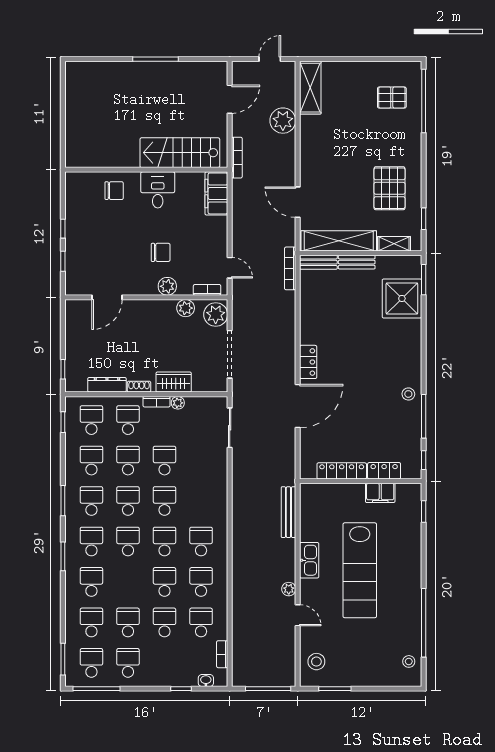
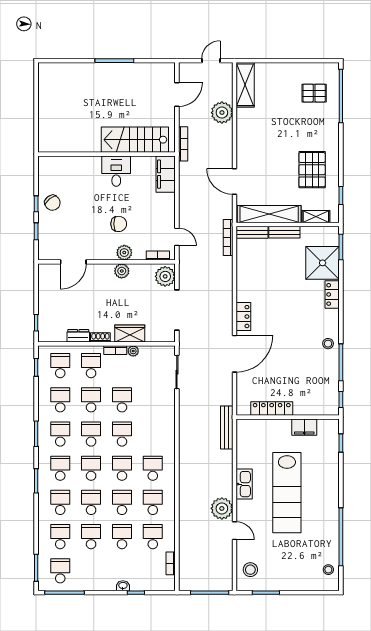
chair: (114, 191) -> (52, 203), moved, turned 51
plant: (186, 308) -> (122, 271), moved
dresser: (107, 385) -> (78, 336), width x0.70
locker: (384, 471) -> (332, 294), moved, turned -90
bench: (288, 512) -> (227, 428), moved
plant: (289, 589) -> (222, 508), width x1.87, depth x1.87
school desk: (128, 663) -> (91, 502), moved
washbasin: (206, 681) -> (123, 586), moved

